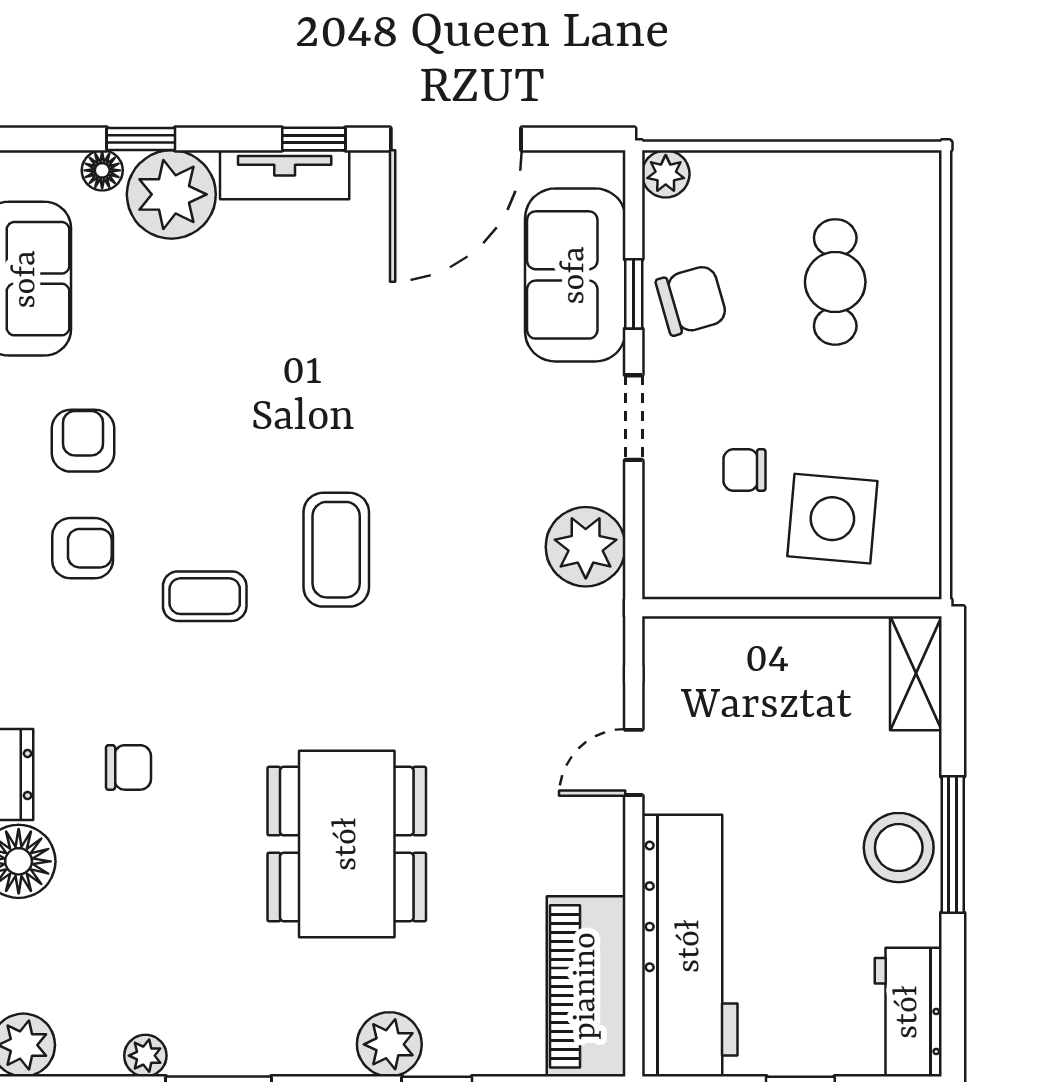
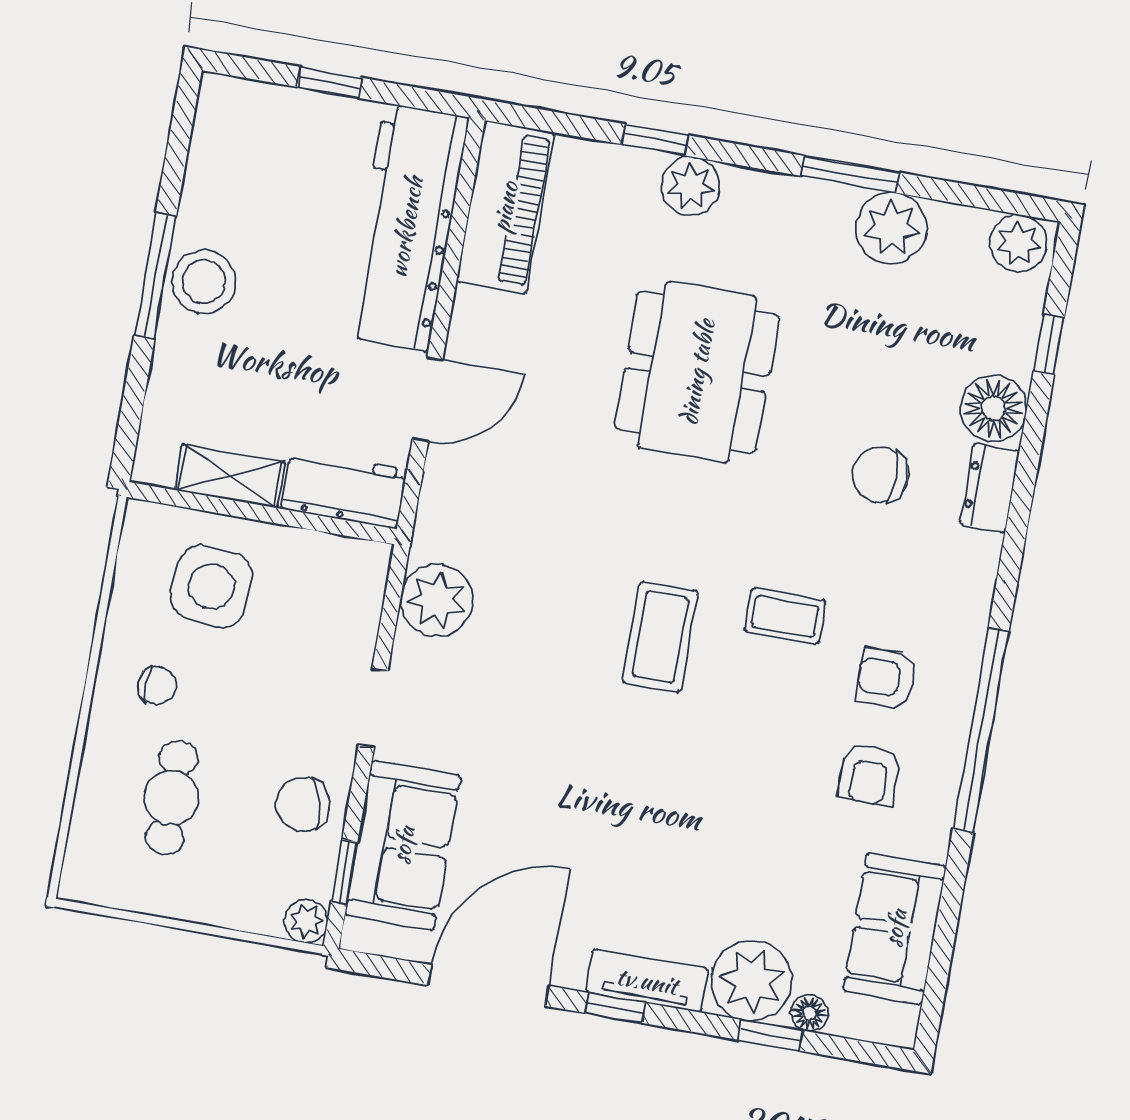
window: (634, 294) -> (344, 872), moved
chair: (745, 470) -> (157, 686), moved
shelving: (916, 673) -> (230, 476), moved, turned 90
door: (634, 762) -> (428, 400), width x1.38
chair: (128, 767) -> (880, 475), width x1.37, depth x1.37
workbench: (908, 1012) -> (344, 489), moved, turned -90
plant: (145, 1056) -> (891, 228), width x1.88, depth x1.88

